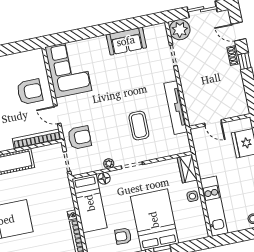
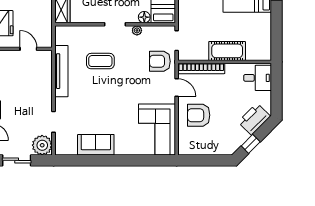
coffee table: (139, 126) -> (100, 61), turned 90

